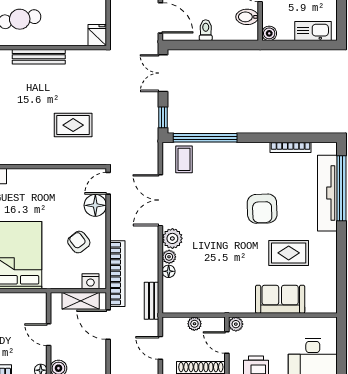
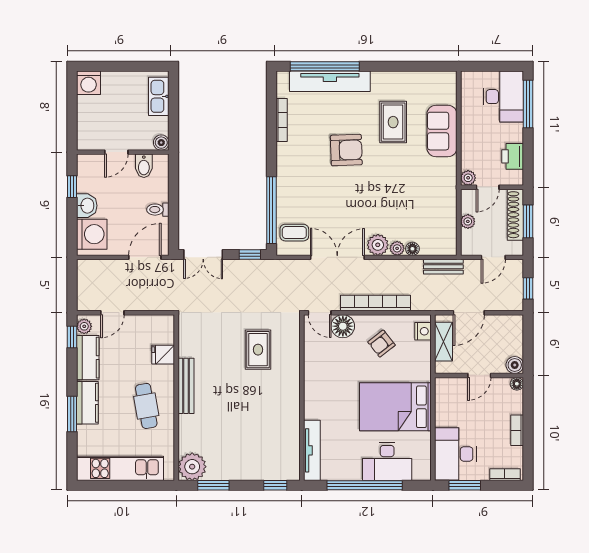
fridge: (97, 35) -> (163, 355), moved
double door: (160, 200) -> (337, 257), swing flipped
bookcase: (117, 274) -> (376, 303), moved

